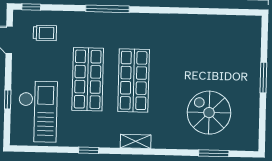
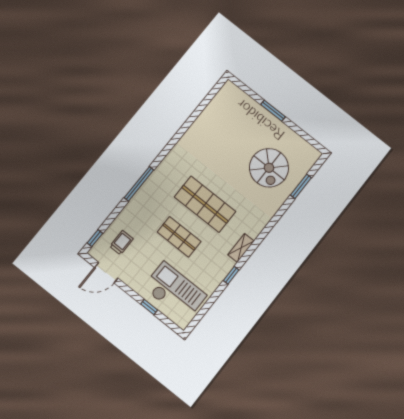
shop shelf: (88, 79) -> (179, 237), width x0.70, depth x0.74
spiral stairs: (209, 113) -> (269, 168), turned -90
shelving: (136, 141) -> (241, 248), moved

